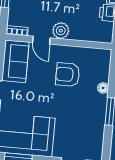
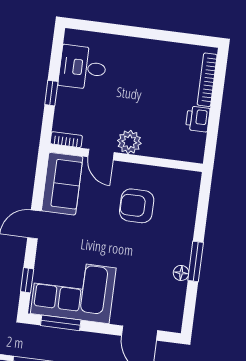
floor lamp: (103, 88) -> (181, 273), moved

